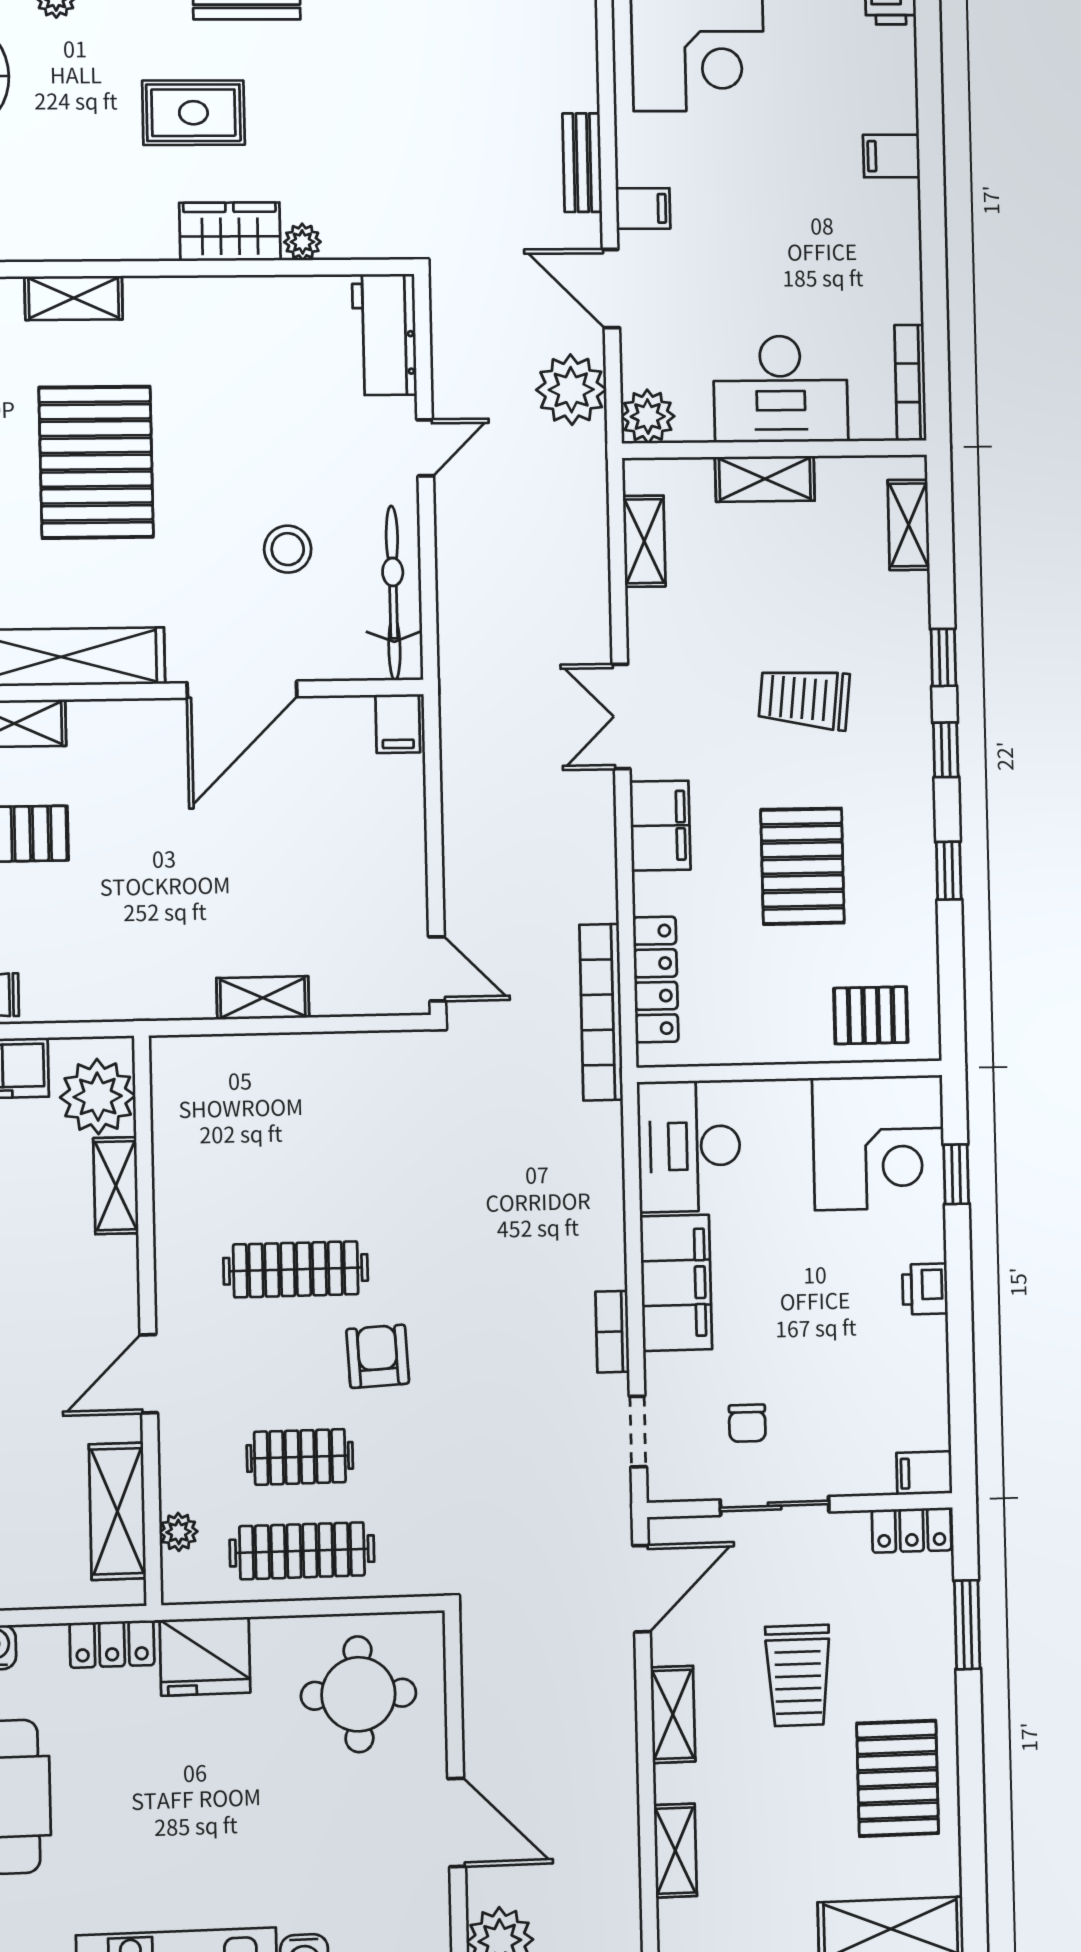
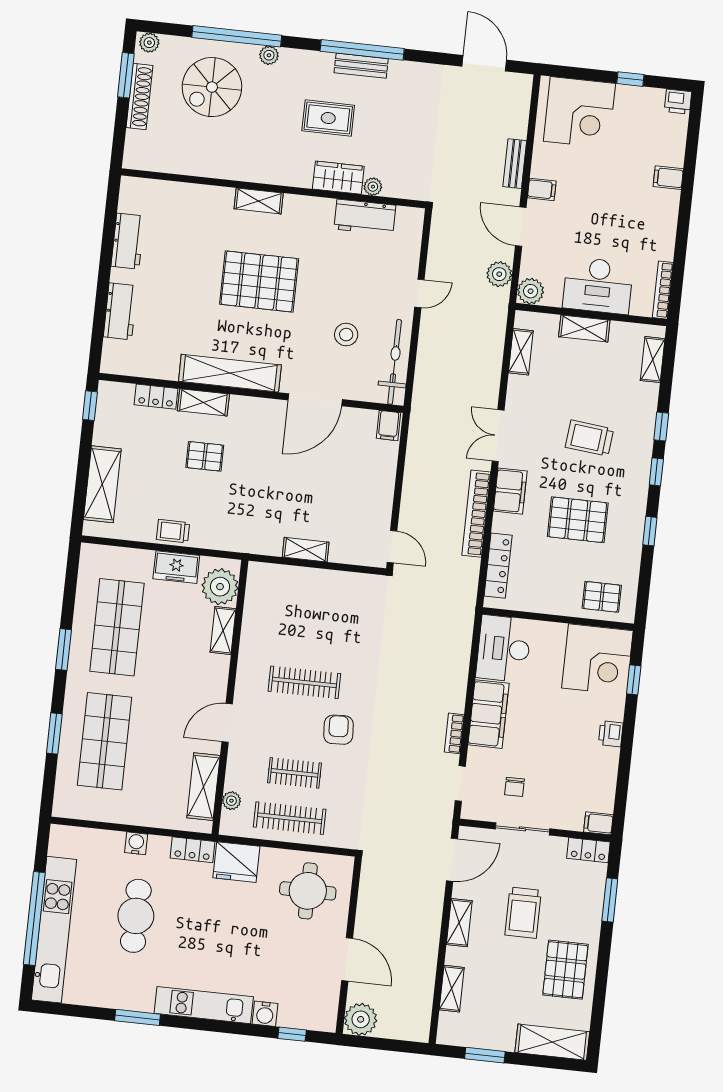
workbench: (384, 335) -> (365, 217), moved, turned -90
plant: (571, 390) -> (499, 274), width x0.73, depth x0.73
pallet: (96, 462) -> (259, 281), turned 90
pallet: (802, 866) -> (578, 520), turned 90
bookcase: (601, 1012) -> (476, 514), moved

